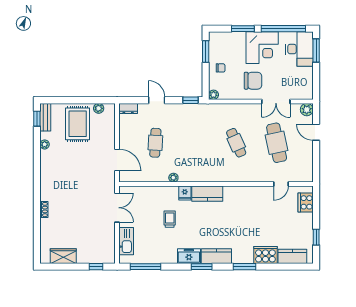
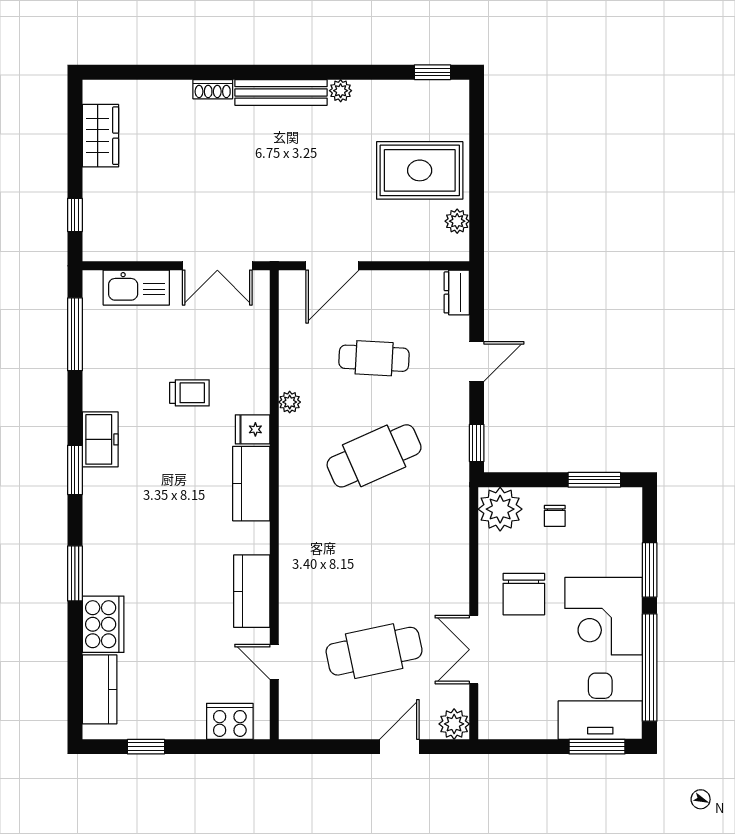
plant: (214, 95) -> (500, 509), width x1.88, depth x1.88
bench: (45, 117) -> (281, 92), moved, width x1.36
cafe table: (236, 143) -> (374, 456), moved, width x1.37, depth x1.35
plant: (45, 144) -> (341, 91), moved
kitchen counter: (216, 256) -> (252, 591), moved, turned 180

